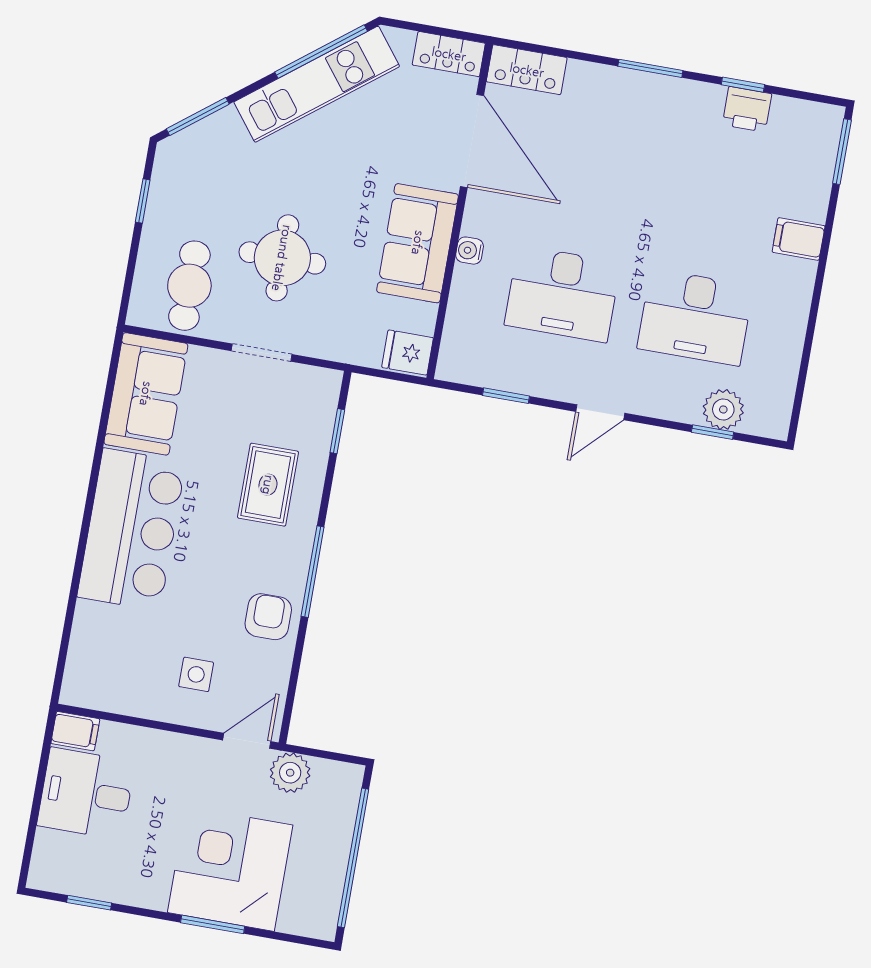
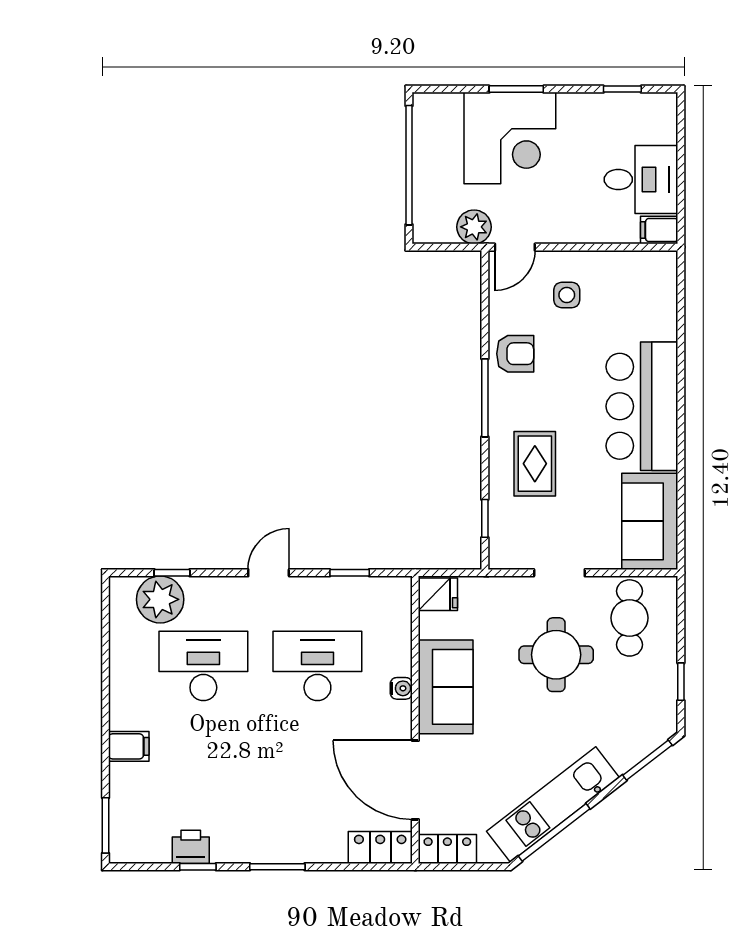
plant: (723, 409) -> (160, 599), width x1.36, depth x1.36
armchair: (268, 617) -> (515, 354), turned -90

